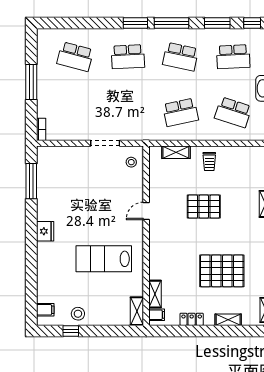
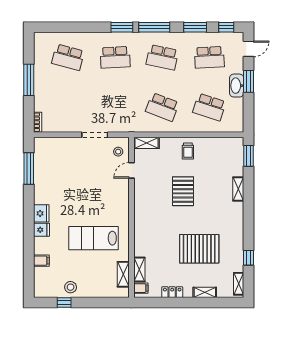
school desk: (181, 112) -> (162, 107), turned 33
shelving: (176, 152) -> (147, 143), moved
pallet: (204, 207) -> (183, 191), turned 90
door: (146, 211) -> (131, 170), moved
fridge: (45, 250) -> (41, 230), added
filing cabinet: (45, 310) -> (41, 261), moved
shelving: (137, 311) -> (123, 274), moved

